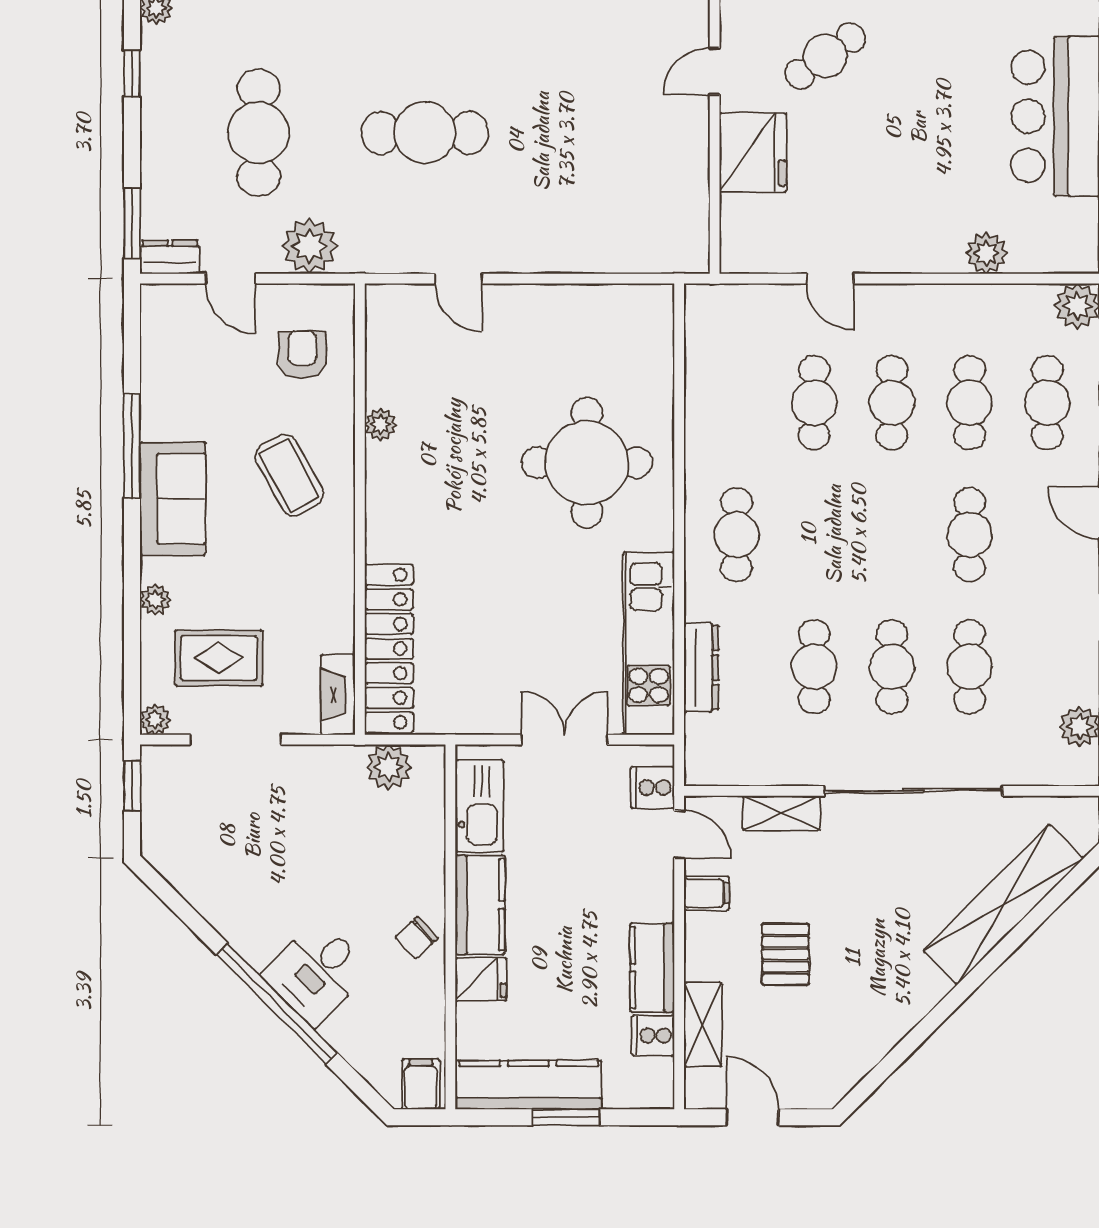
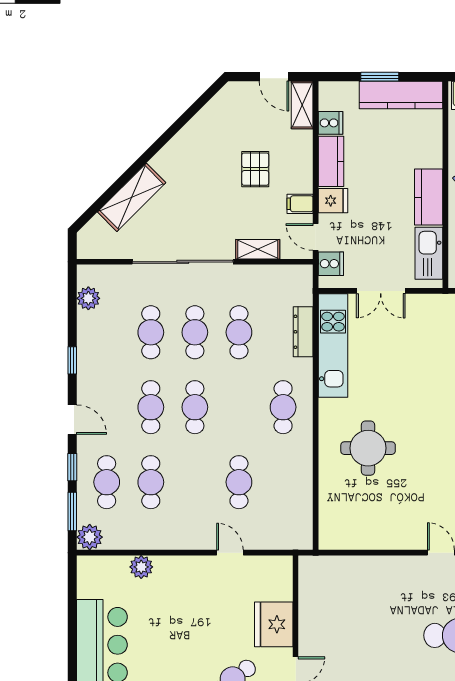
cafe table: (892, 403) -> (195, 407), moved
round table: (587, 463) -> (368, 448), width x0.73, depth x0.73
shelving: (1003, 905) -> (132, 197), width x0.68
fridge: (481, 979) -> (333, 201), moved, turned 180
shelving: (703, 1025) -> (302, 105), moved

